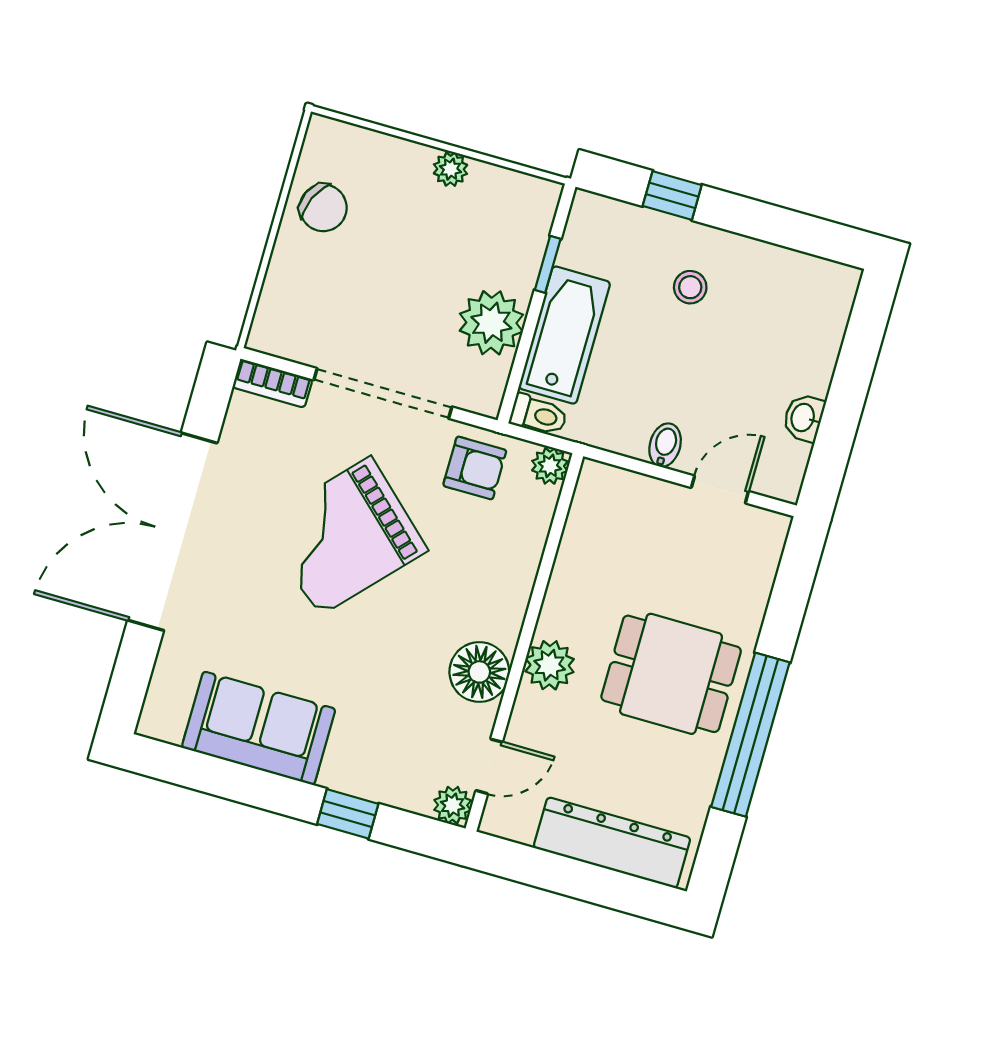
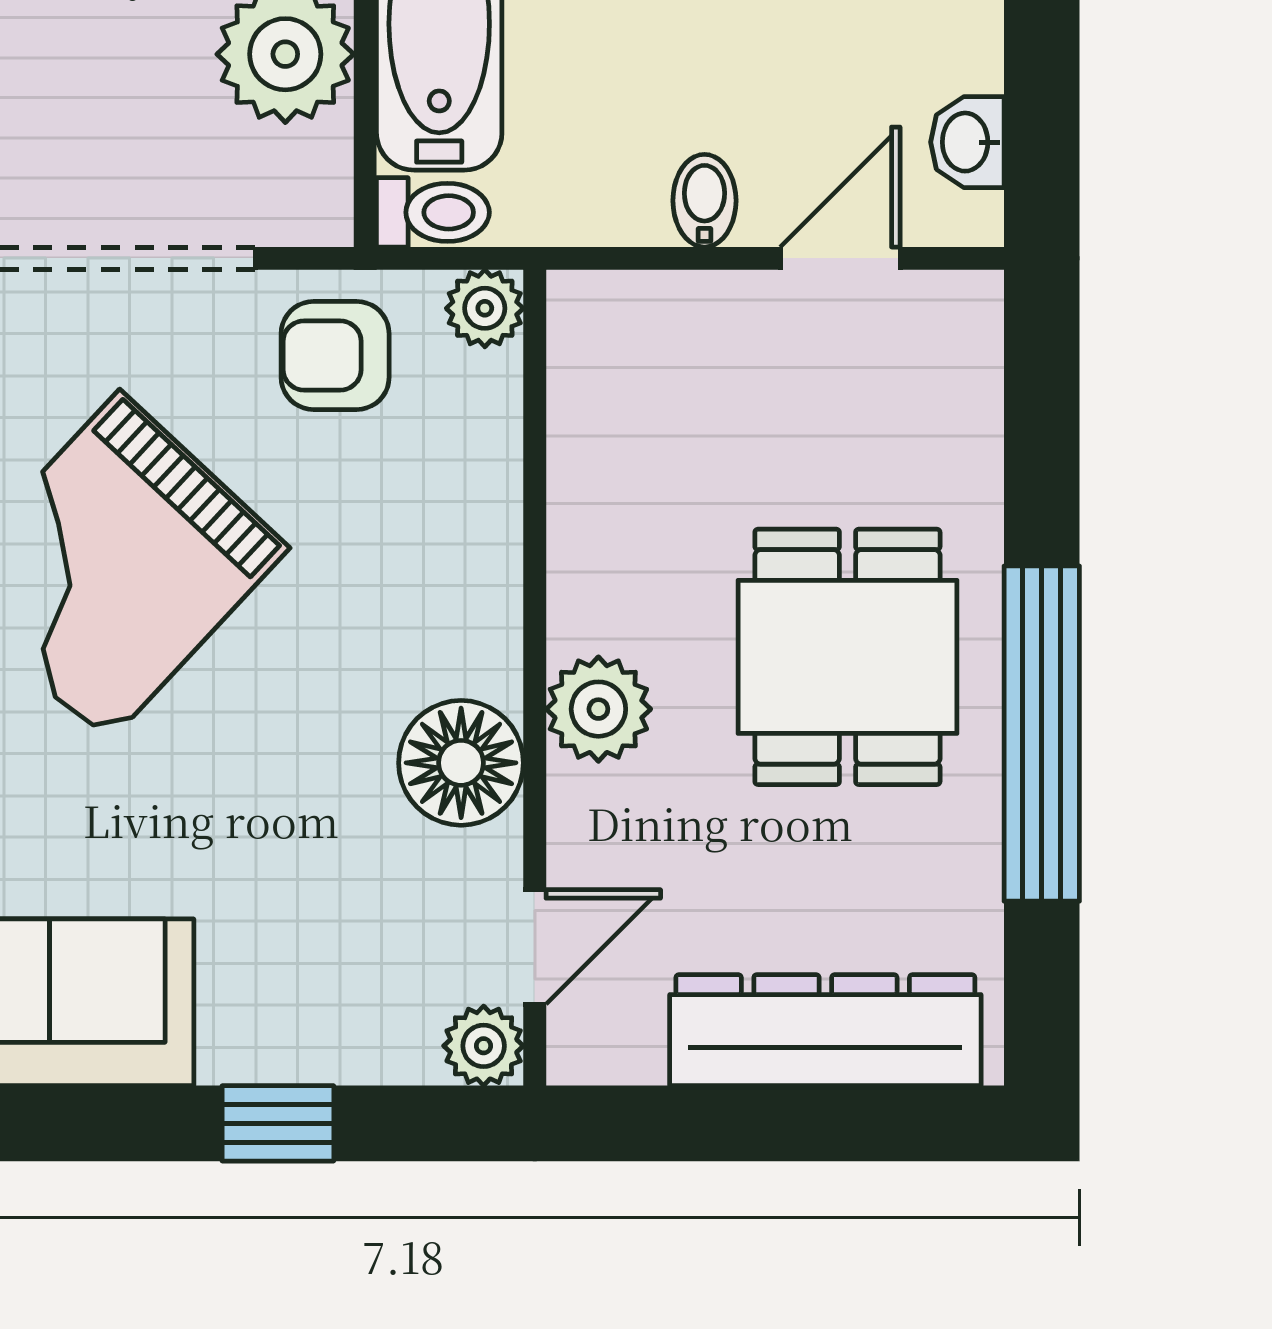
washbasin: (804, 418) -> (967, 142), moved
armchair: (475, 468) -> (335, 355), turned 180
dining table: (671, 674) -> (847, 657), turned 90

